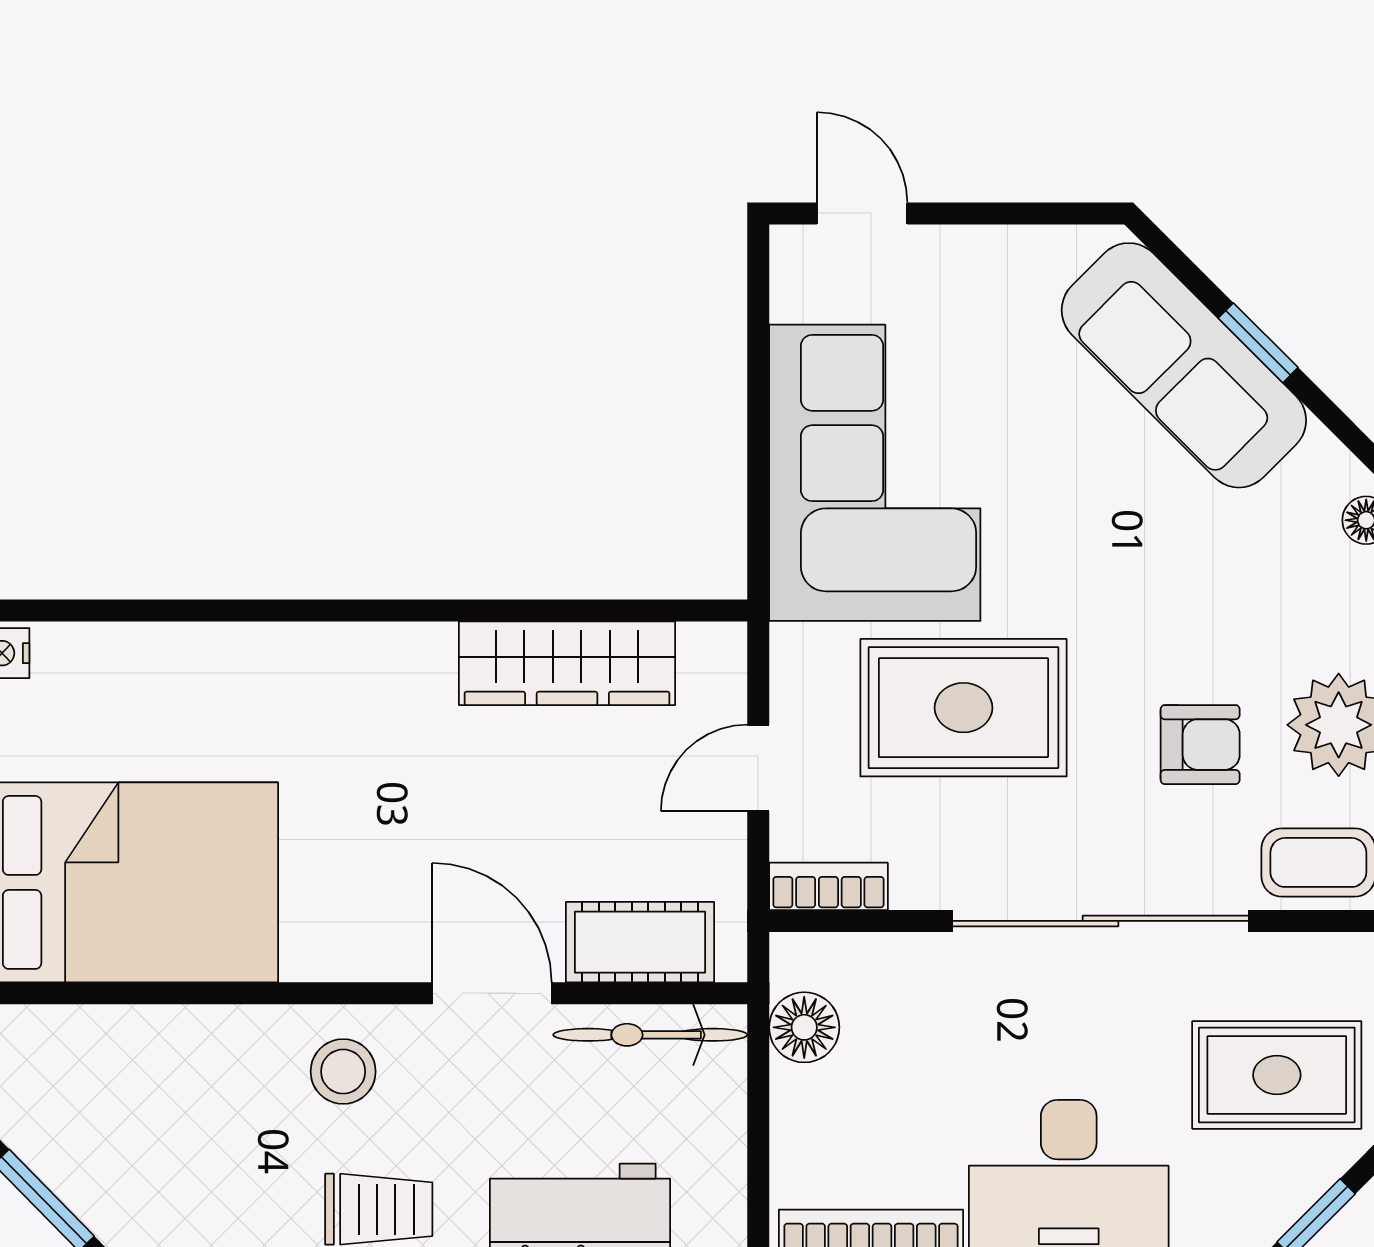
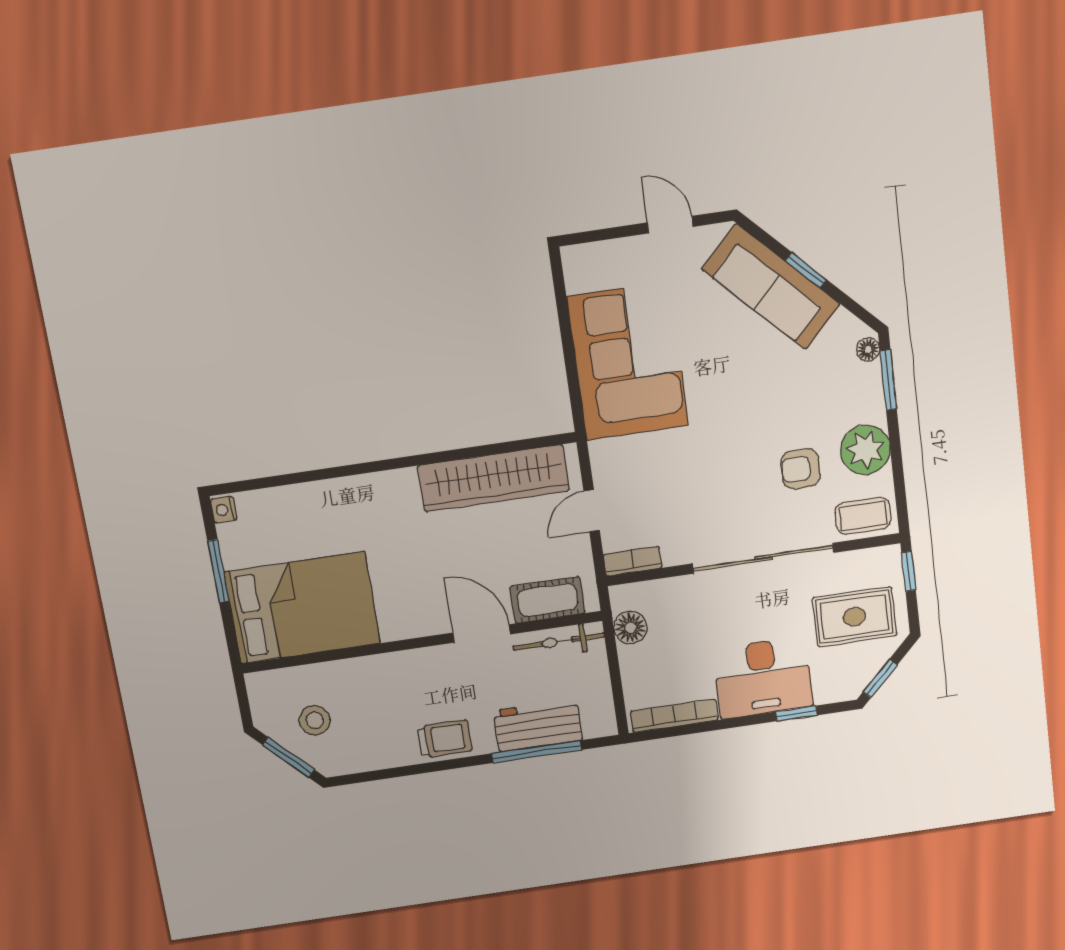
door: (862, 213) -> (670, 225), moved
wardrobe: (567, 663) -> (494, 478), width x1.40, depth x1.17
rug: (963, 708) -> (685, 468), removed
armchair: (1200, 745) -> (801, 469), turned 180
stool: (343, 1072) -> (315, 720), moved

